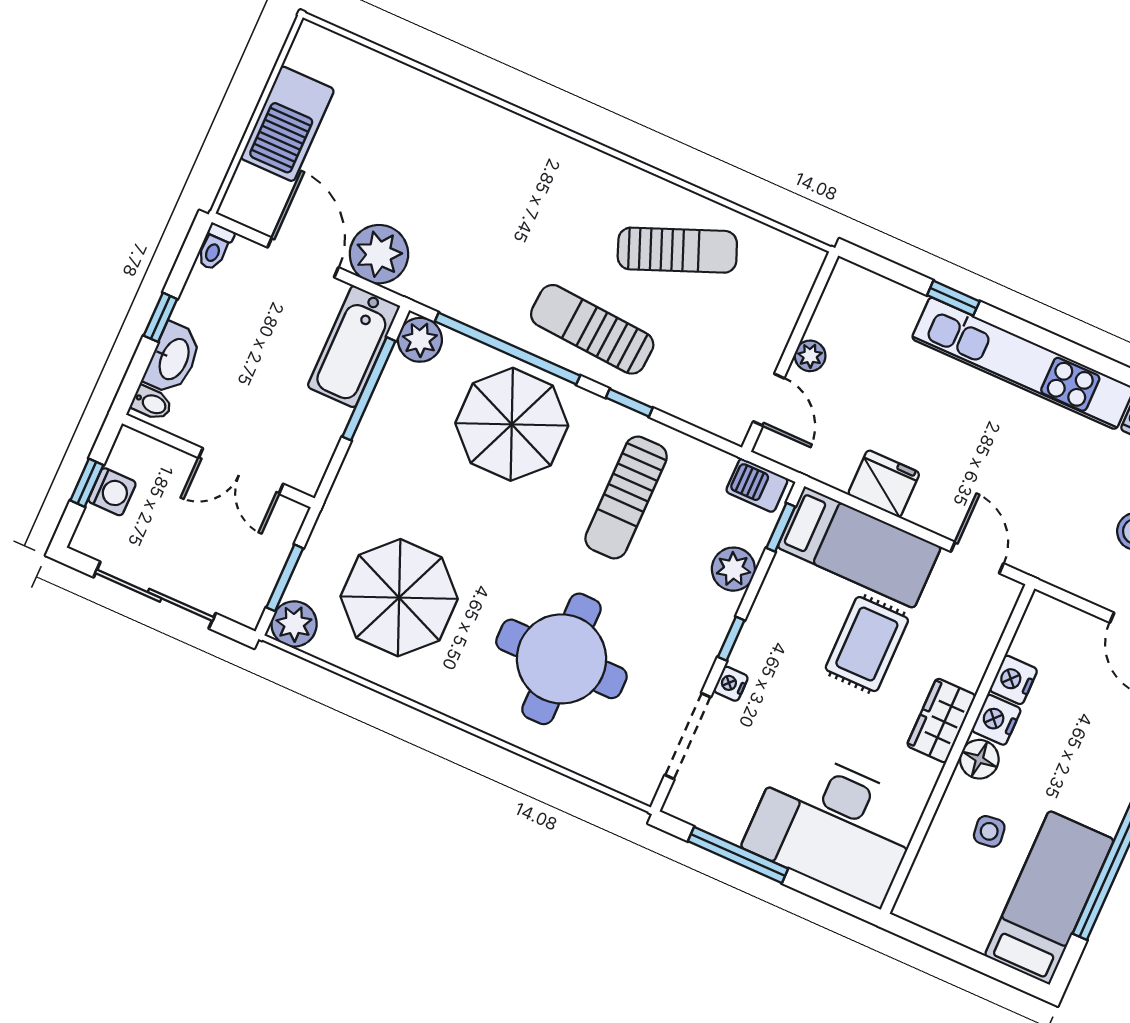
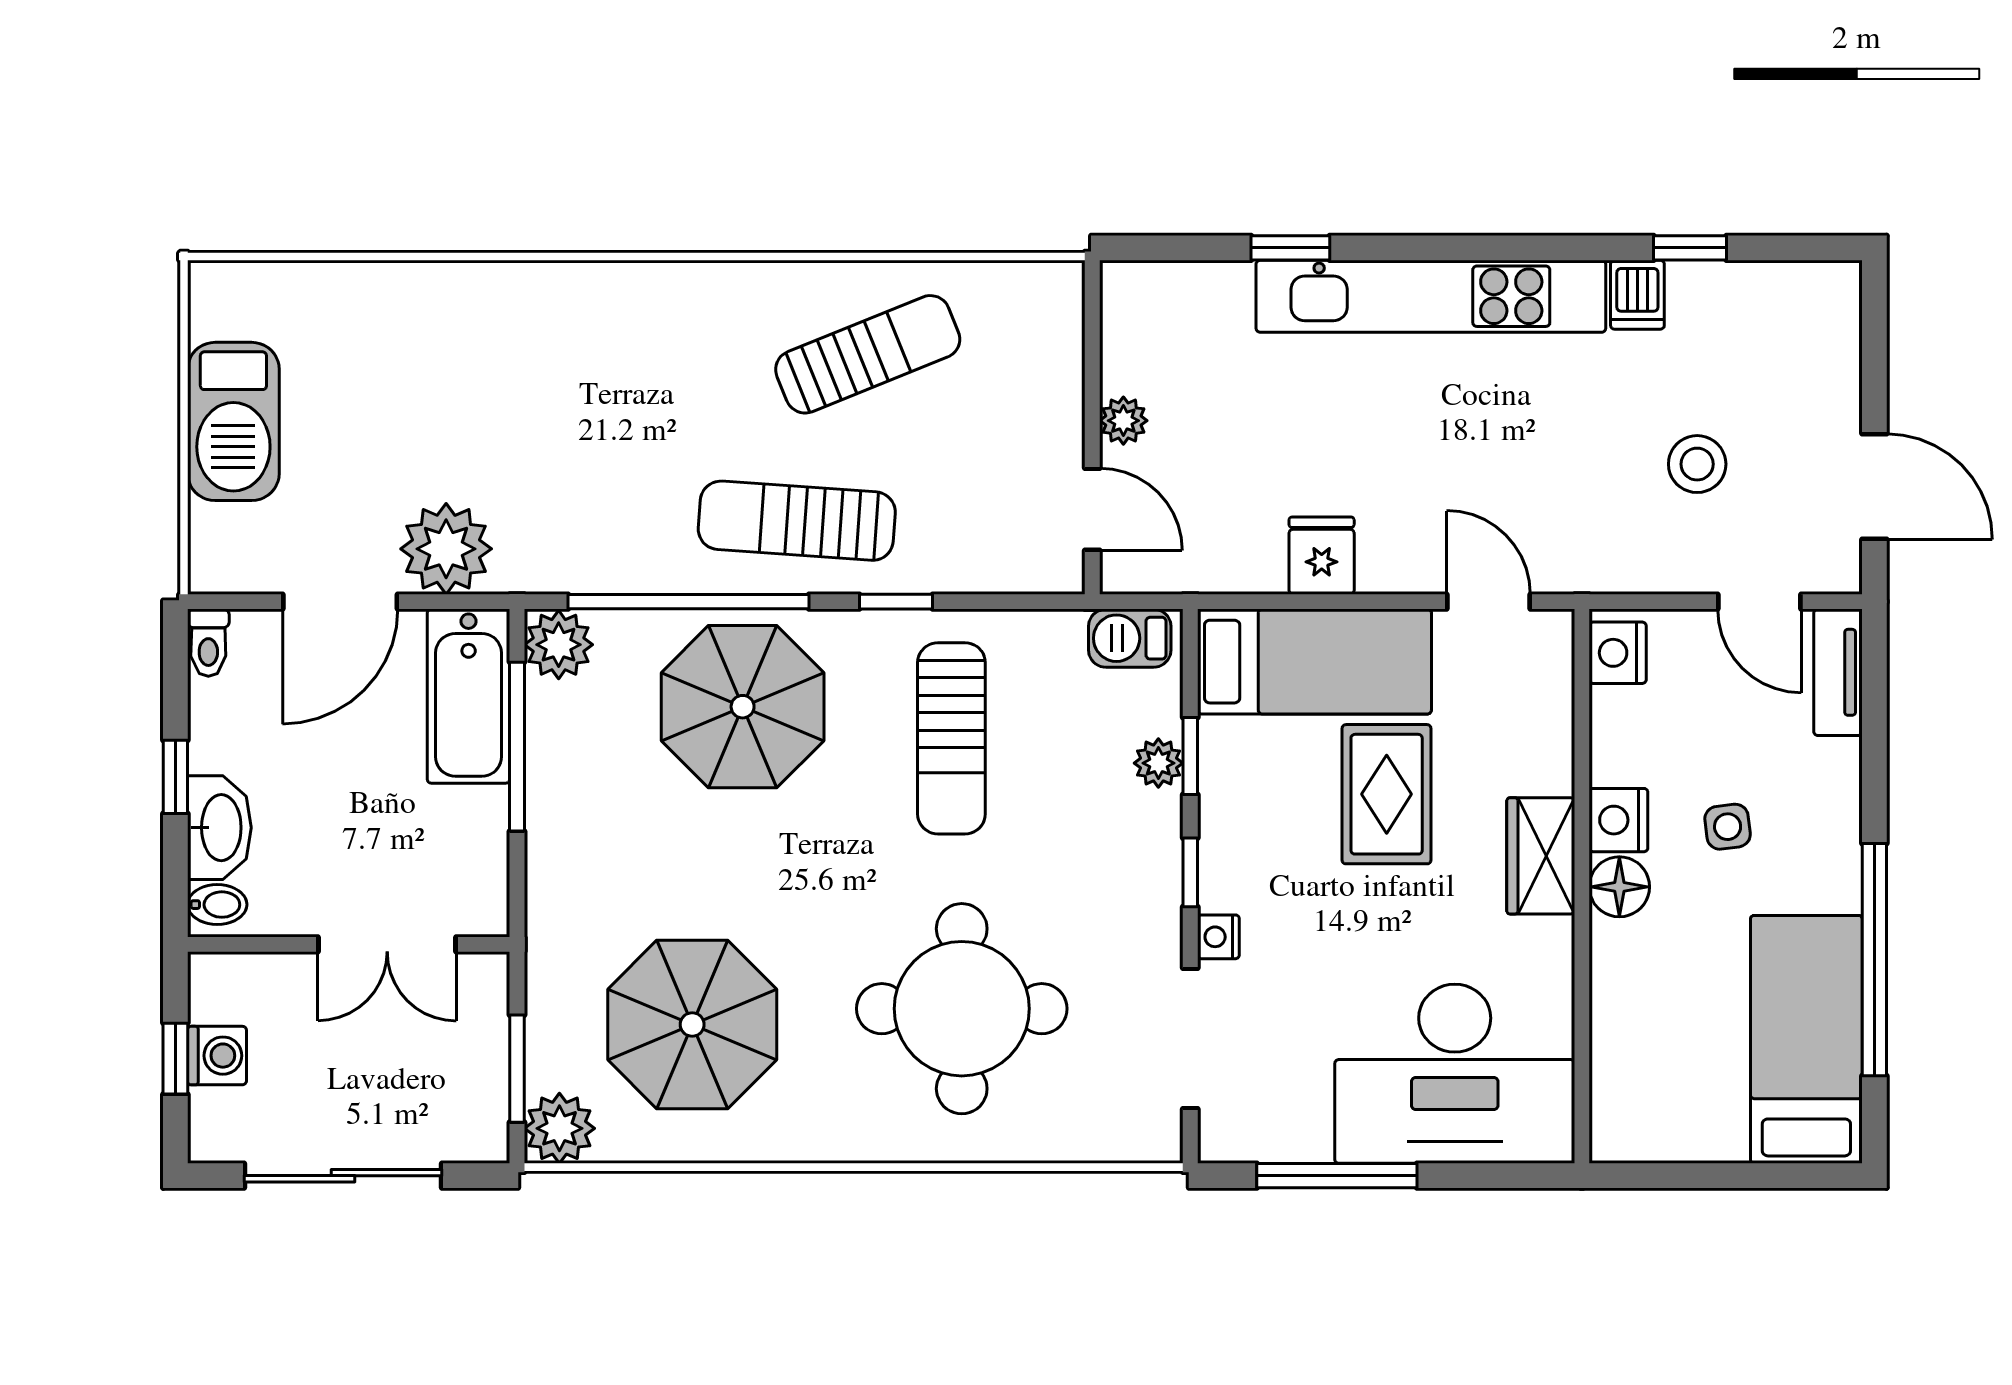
door: (303, 257) -> (340, 602), swing flipped
fridge: (884, 484) -> (1322, 556), width x0.72
window: (781, 527) -> (1190, 756), moved
plant: (733, 569) -> (1158, 763), width x0.73, depth x0.73
nightstand: (1013, 680) -> (1618, 653), moved
side table: (989, 831) -> (1728, 827), moved

